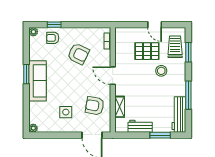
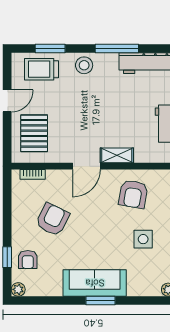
pallet: (147, 51) -> (34, 133), moved
stool: (161, 71) -> (84, 65), moved
window: (26, 74) -> (101, 301), moved
shelving: (120, 107) -> (117, 155), moved

